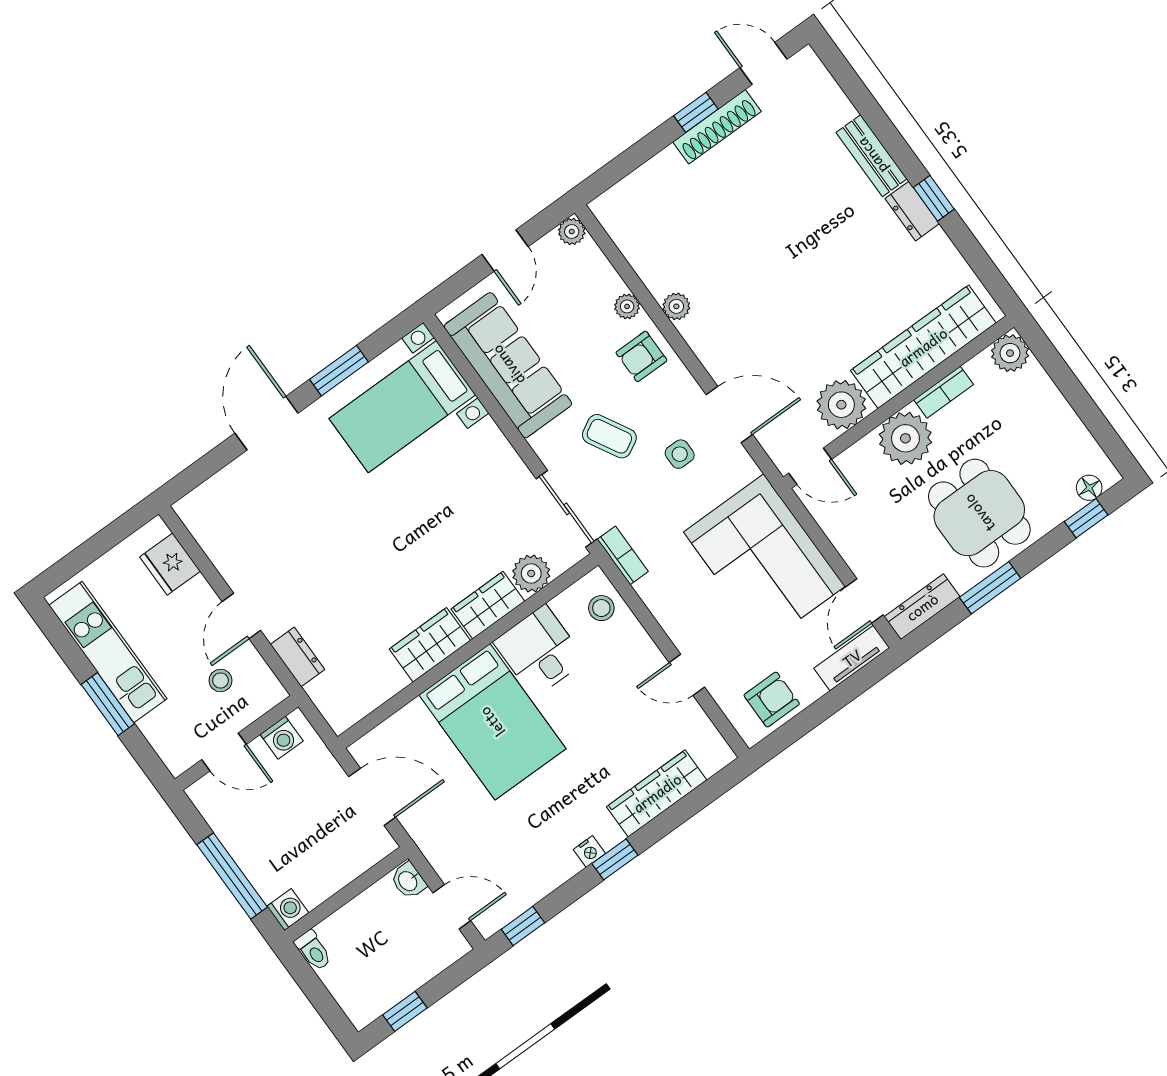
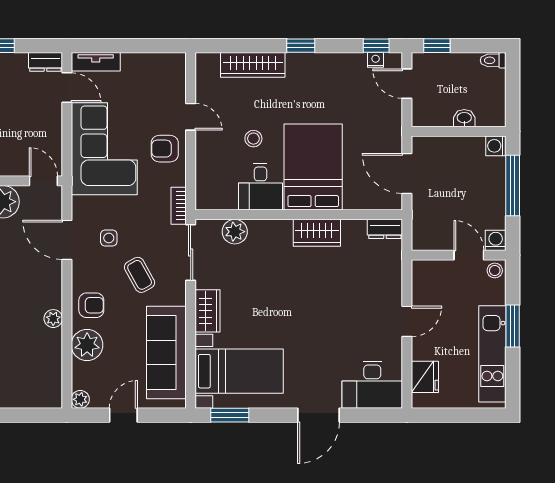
plant: (627, 306) -> (87, 345), width x1.87, depth x1.87
window: (339, 371) -> (230, 415), moved
desk: (228, 508) -> (372, 385), added
door: (864, 601) -> (67, 88), hinge flipped
wardrobe: (488, 605) -> (207, 311), moved, turned -90
dresser: (922, 607) -> (45, 62), width x0.70
stool: (601, 608) -> (253, 139), moved
dresser: (298, 657) -> (385, 229), moved, turned -90
stool: (220, 680) -> (495, 270), moved
armchair: (772, 700) -> (165, 149), moved
washing machine: (282, 738) -> (496, 240), moved
nightstand: (589, 851) -> (376, 60), moved
washbasin: (408, 881) -> (464, 118), moved, turned -90
toilet: (313, 950) -> (493, 60), moved, turned -90
window: (405, 1011) -> (437, 46), moved

